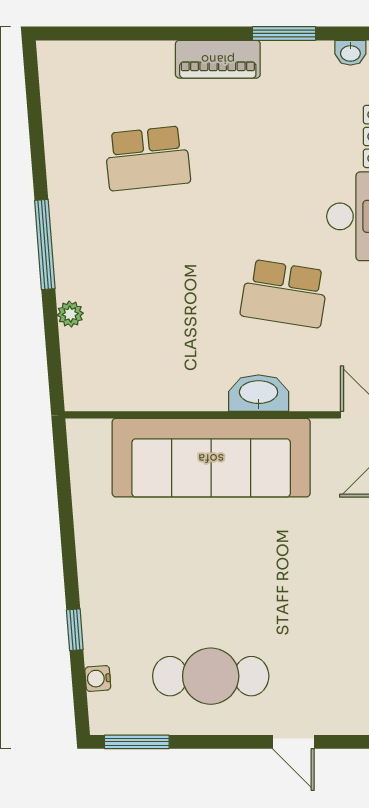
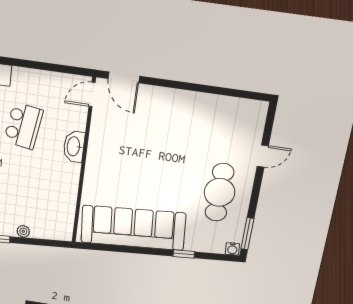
sofa: (211, 458) -> (133, 228), moved, turned -94
water cooler: (98, 678) -> (232, 249), moved

